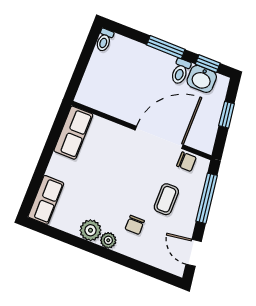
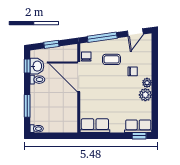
window: (166, 47) -> (27, 106), moved
window: (31, 195) -> (139, 136), added

